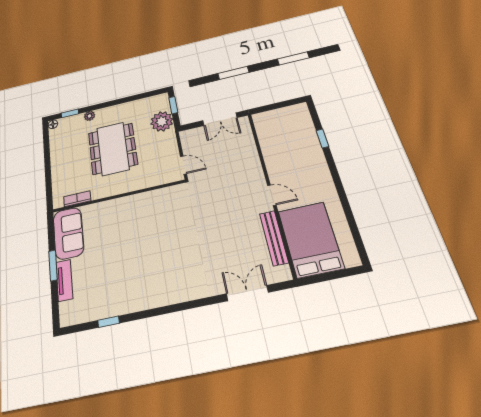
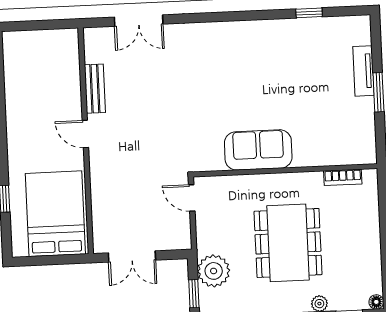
double door: (220, 119) -> (132, 256), swing flipped
sofa: (68, 233) -> (258, 150), moved, turned 90
bench: (274, 238) -> (95, 89), width x0.73
bed: (310, 239) -> (55, 214), moved, turned 180

